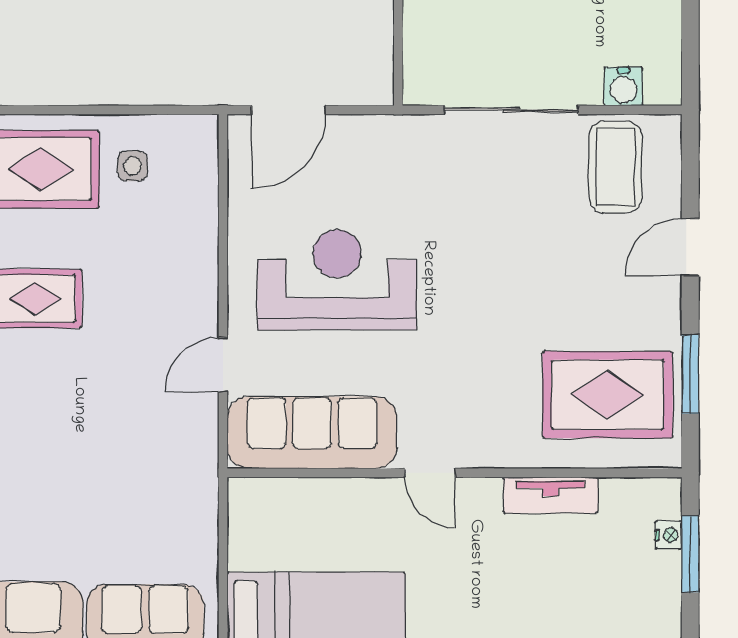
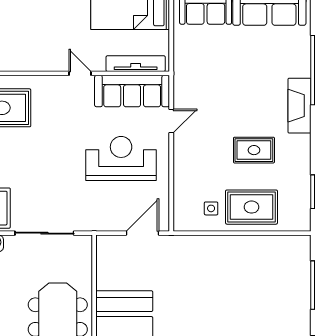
reception desk: (337, 280) -> (121, 158), turned 180
tv unit: (551, 495) -> (136, 64), moved, width x1.41

